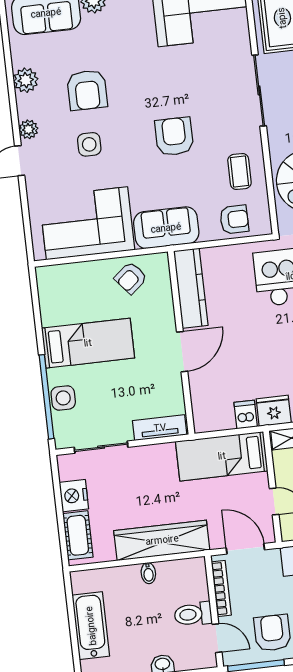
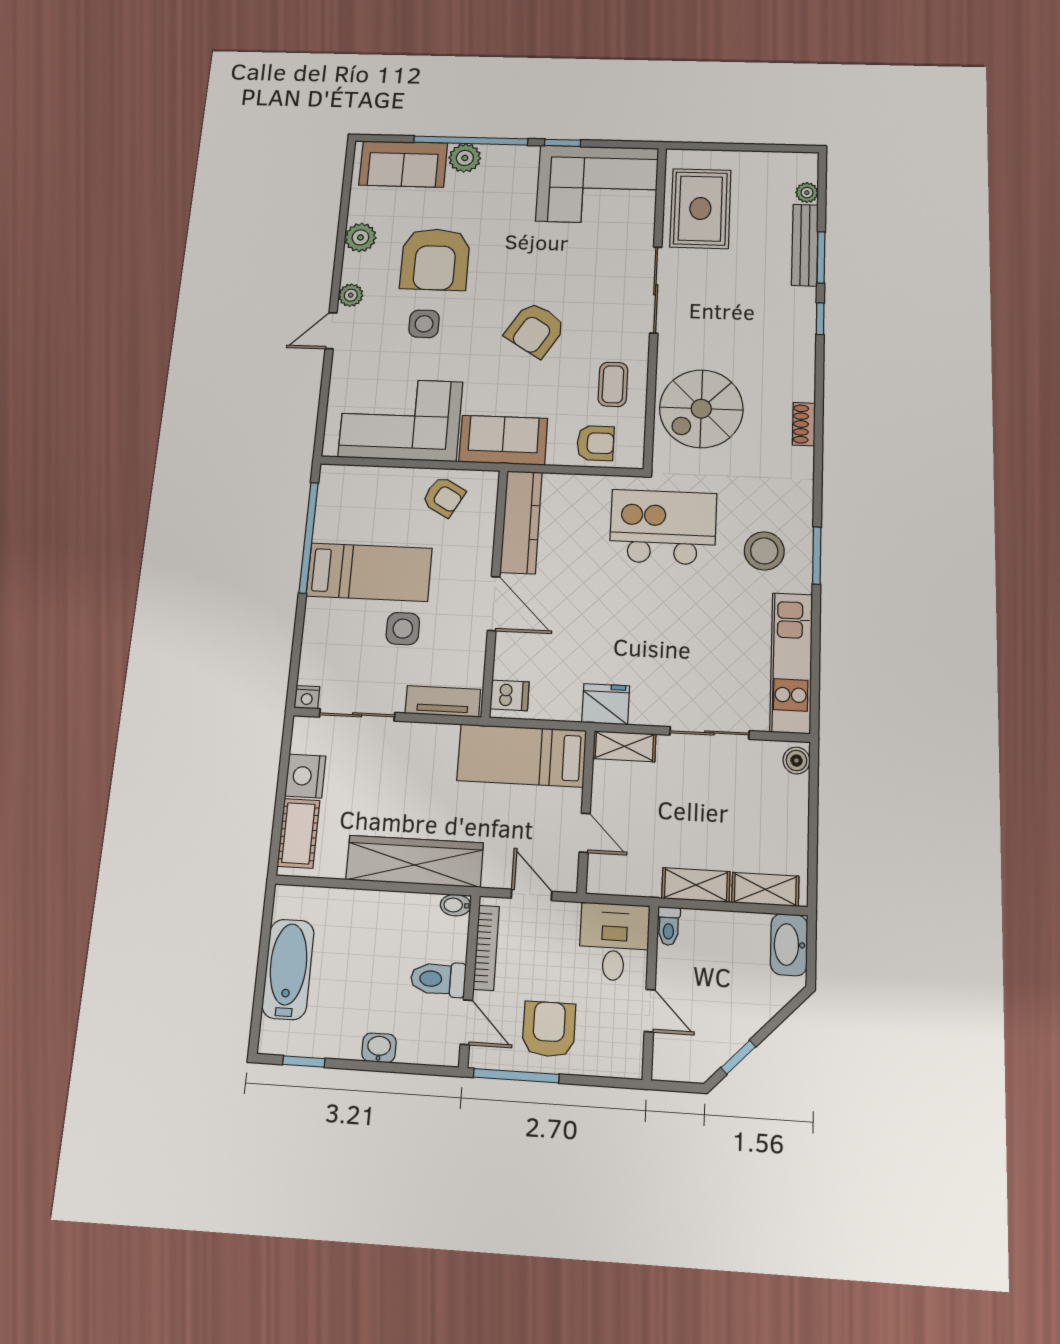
armchair: (87, 90) -> (435, 259), width x1.36, depth x1.36
armchair: (174, 136) -> (535, 330), turned -148
armchair: (131, 278) -> (444, 497), turned -111
door: (182, 352) -> (494, 604), hinge flipped
window: (47, 397) -> (309, 538), moved
side table: (63, 398) -> (403, 629), moved
dishwasher: (246, 415) -> (510, 695), moved, turned 90
nightstand: (63, 441) -> (307, 697), added
door: (245, 549) -> (532, 895), width x0.73
bidet: (148, 573) -> (456, 905), moved, turned 90

